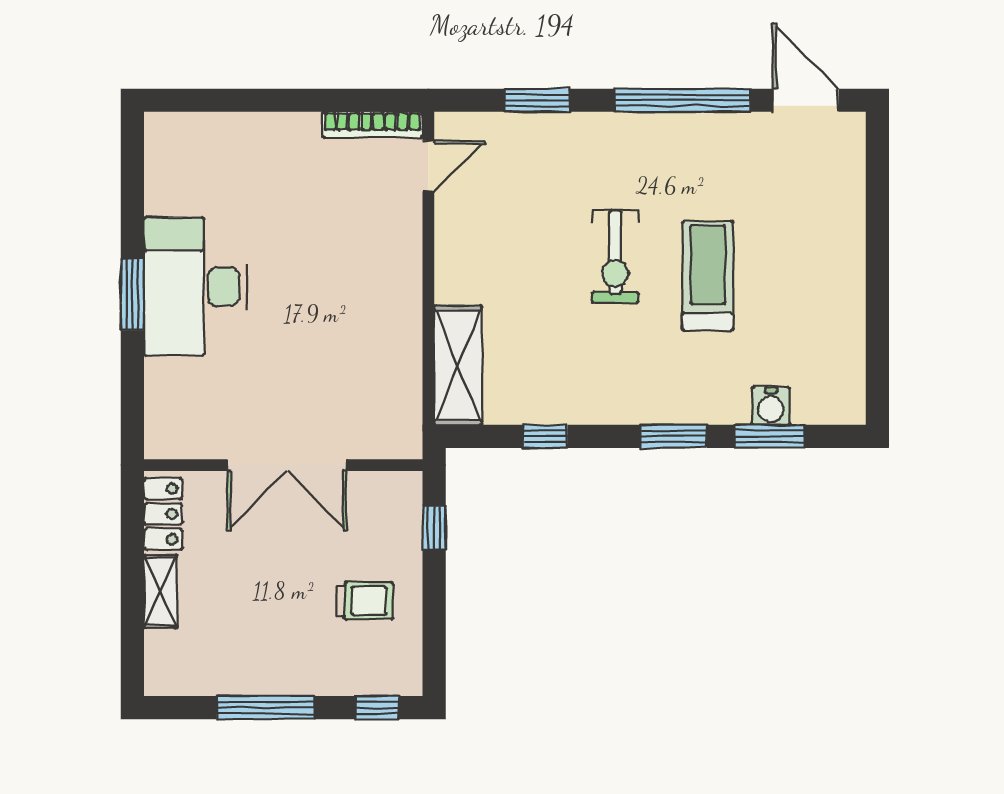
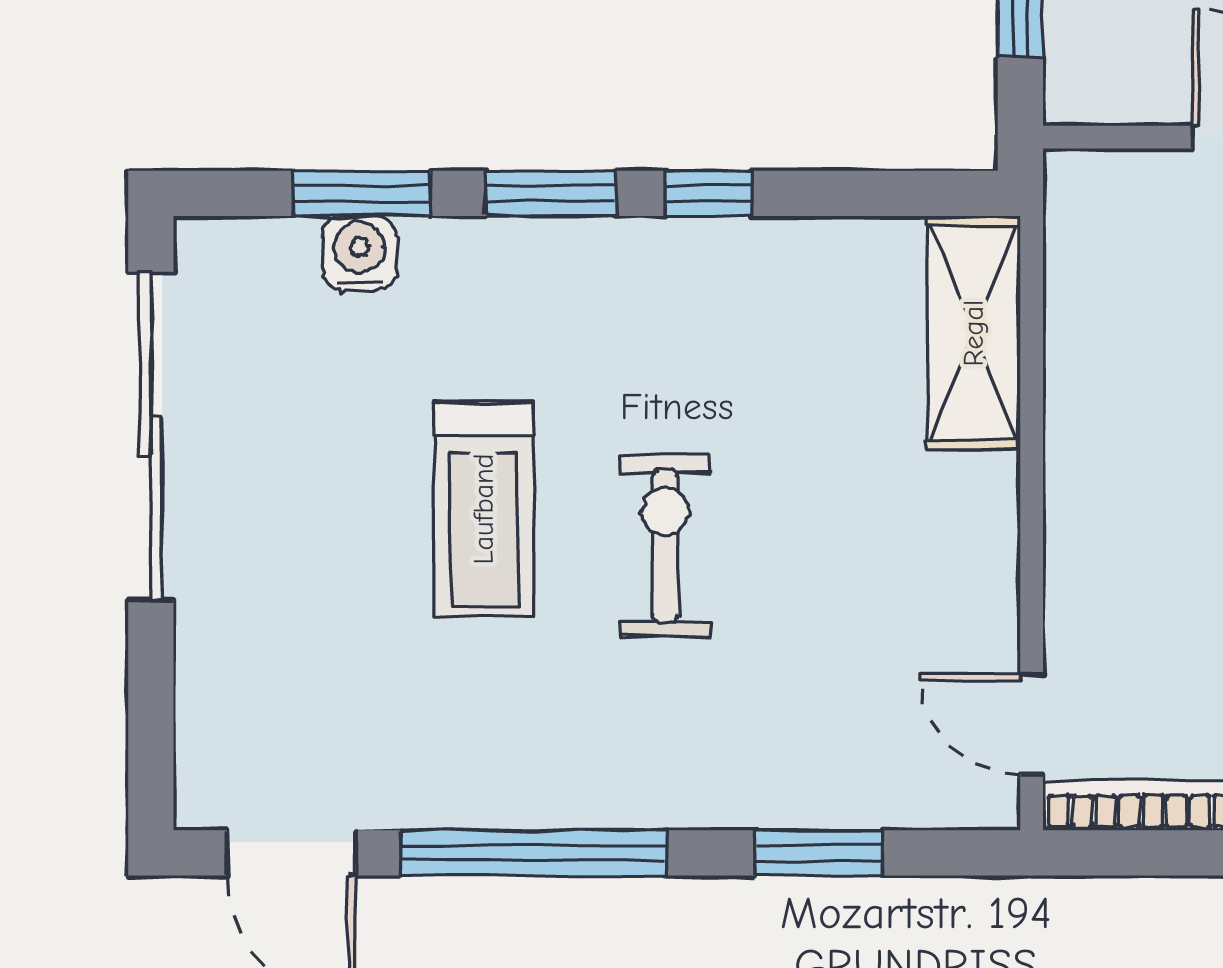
door: (428, 166) -> (1032, 724), hinge flipped
sliding door: (877, 313) -> (151, 436), added
window: (545, 436) -> (708, 193), moved

